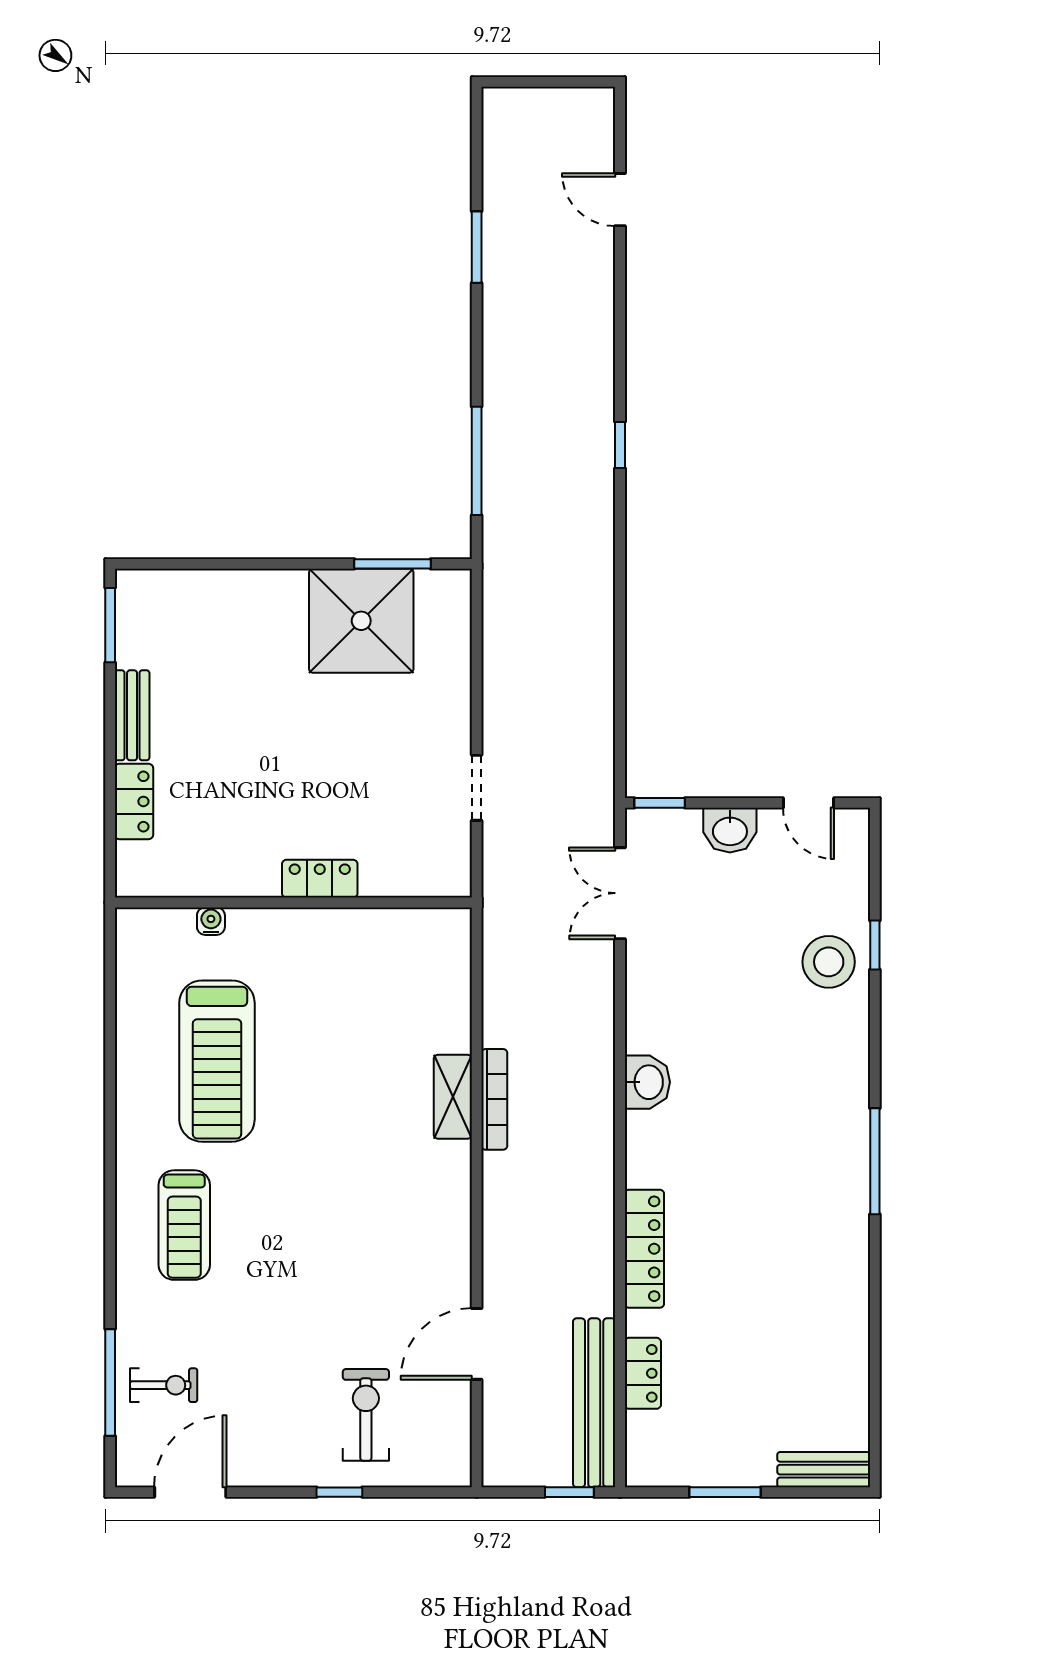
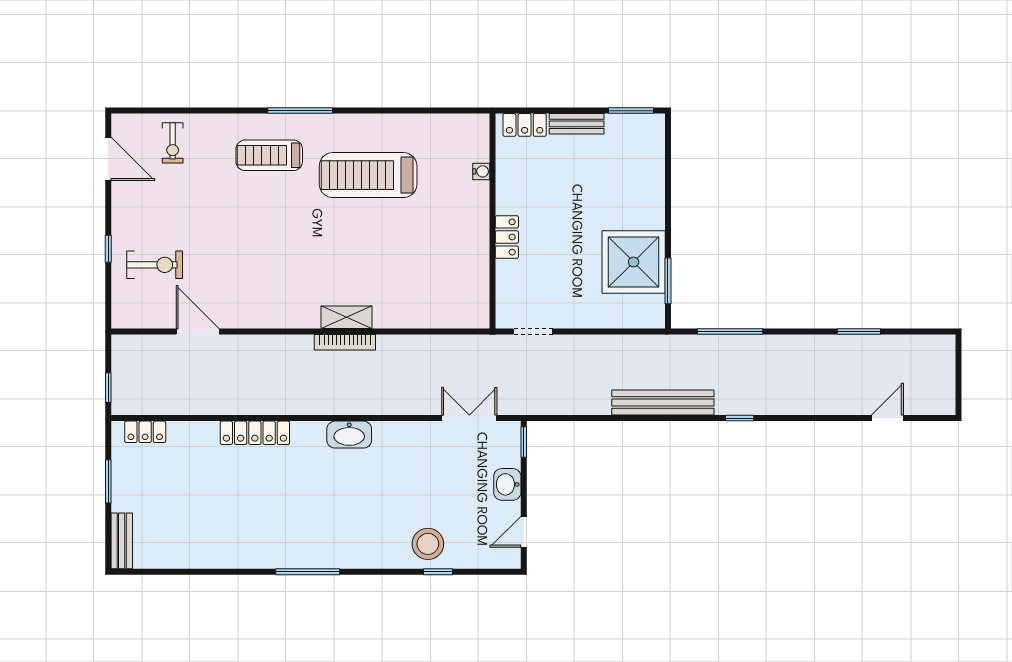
locker: (320, 879) -> (507, 237), moved
wall: (293, 902) -> (493, 221), moved
water cooler: (211, 921) -> (481, 171), moved
washbasin: (647, 1082) -> (349, 435), width x1.38
locker: (643, 1373) -> (145, 432), moved
window: (110, 1383) -> (300, 111), moved
bench: (594, 1403) -> (663, 402), moved

